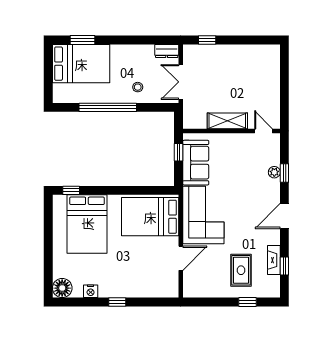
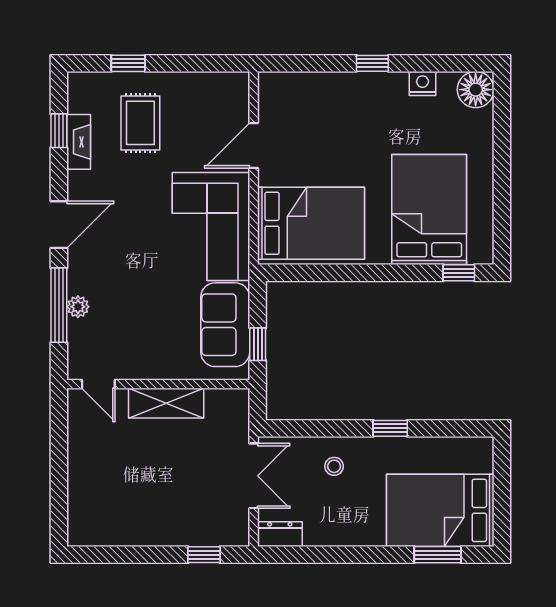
window: (108, 107) -> (390, 428), width x0.32
window: (284, 173) -> (59, 305), width x2.17

